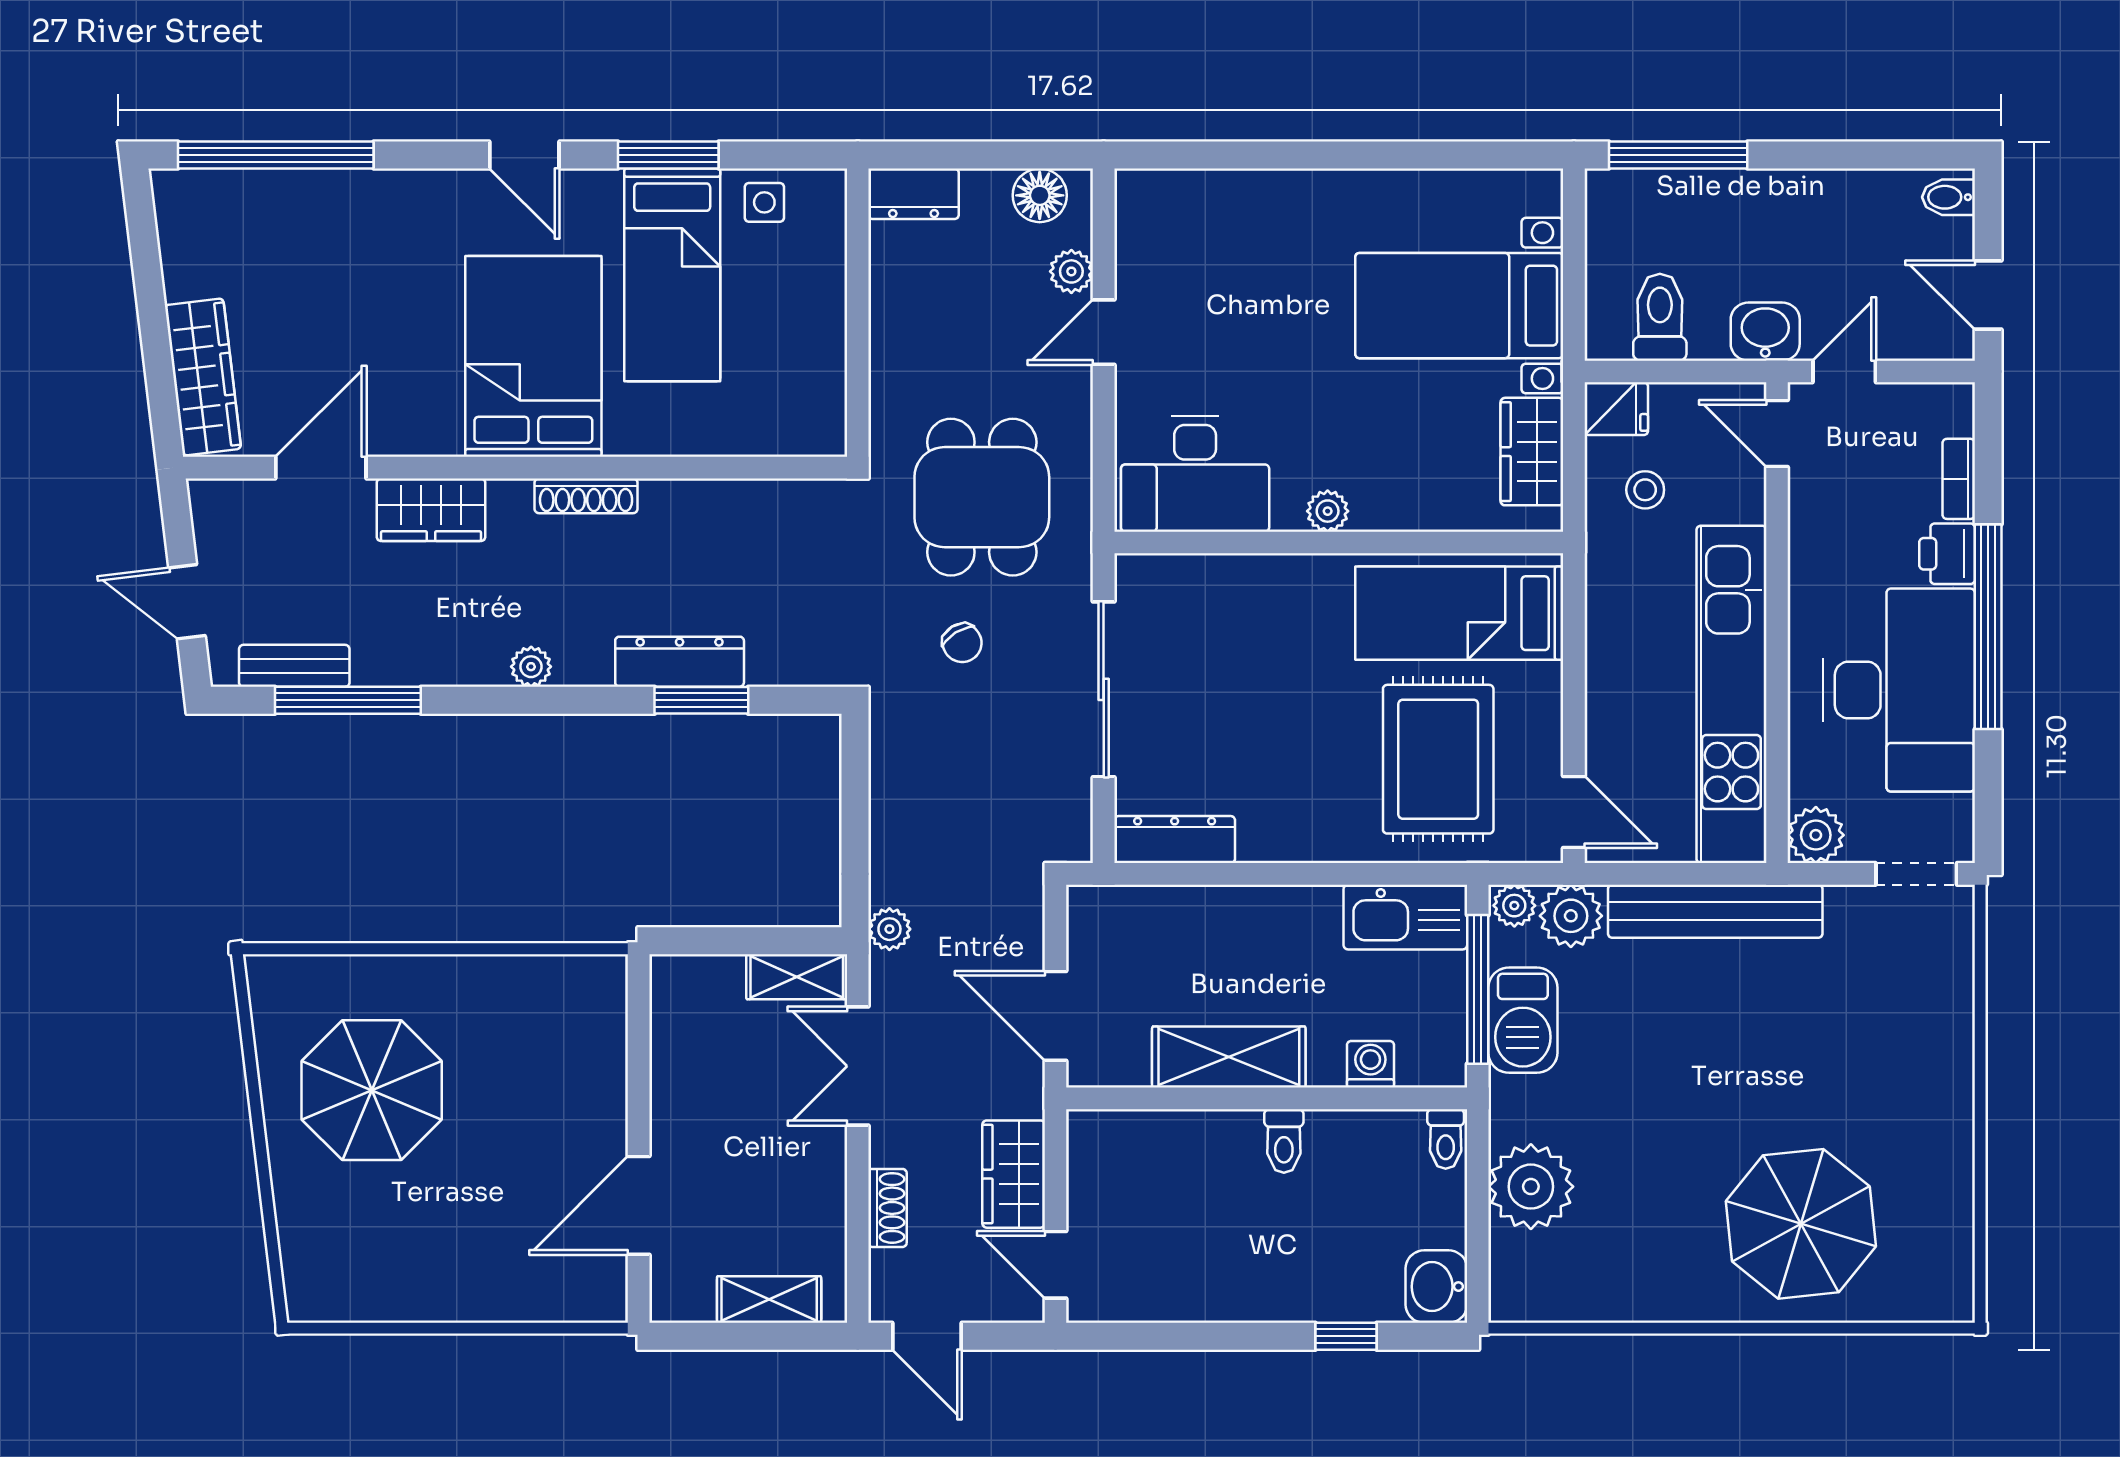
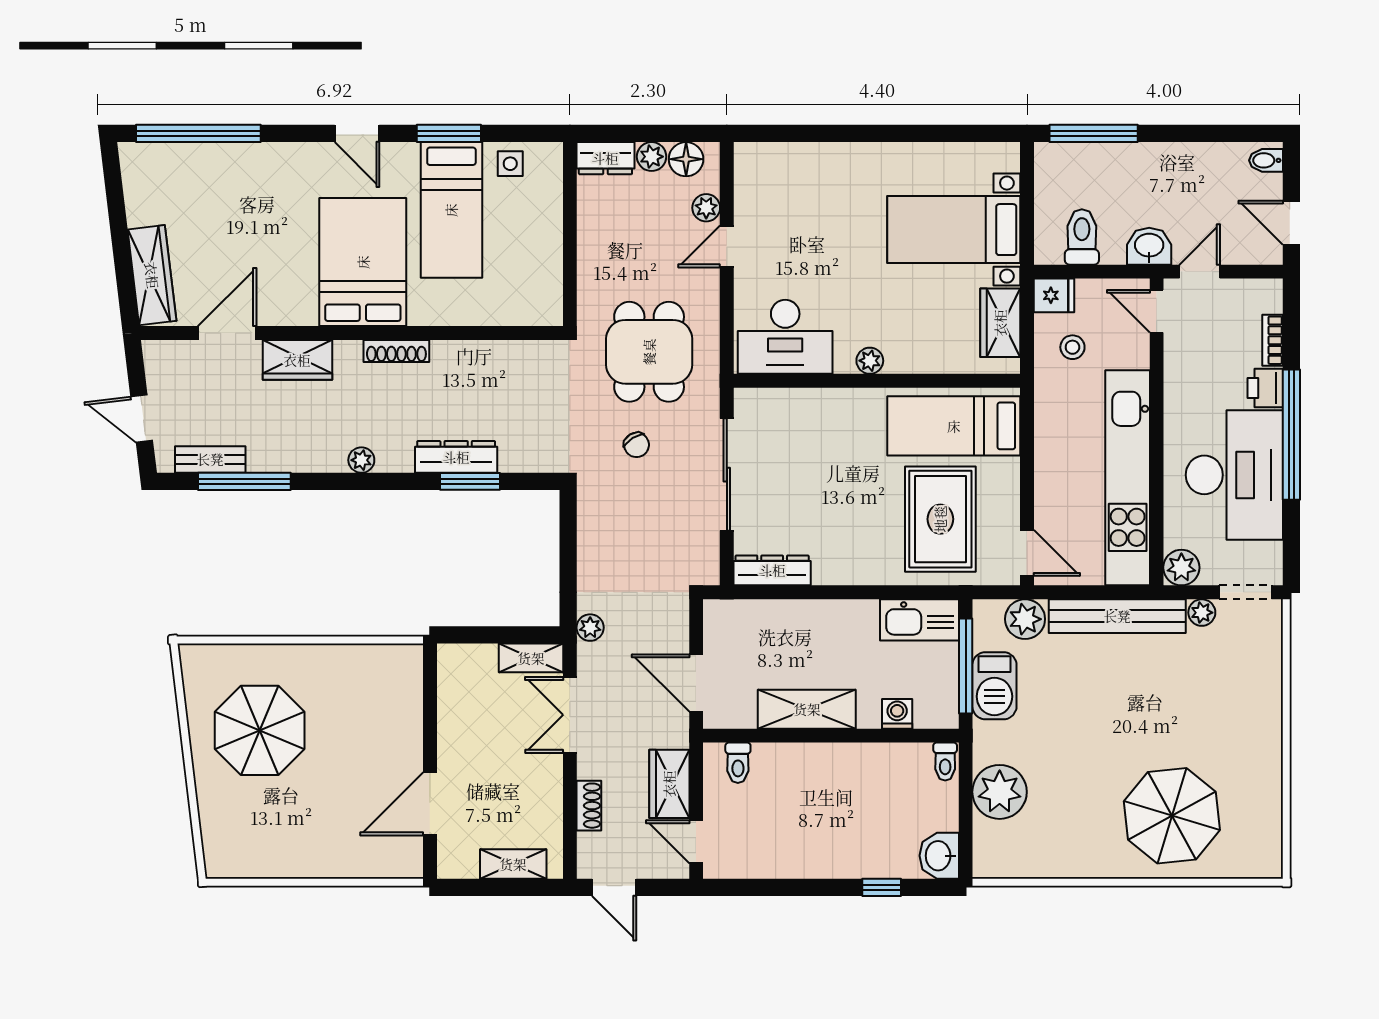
plant: (986, 191) -> (652, 157), added
plant: (1514, 906) -> (1202, 613), moved
toilet: (1284, 1141) -> (738, 763), moved

